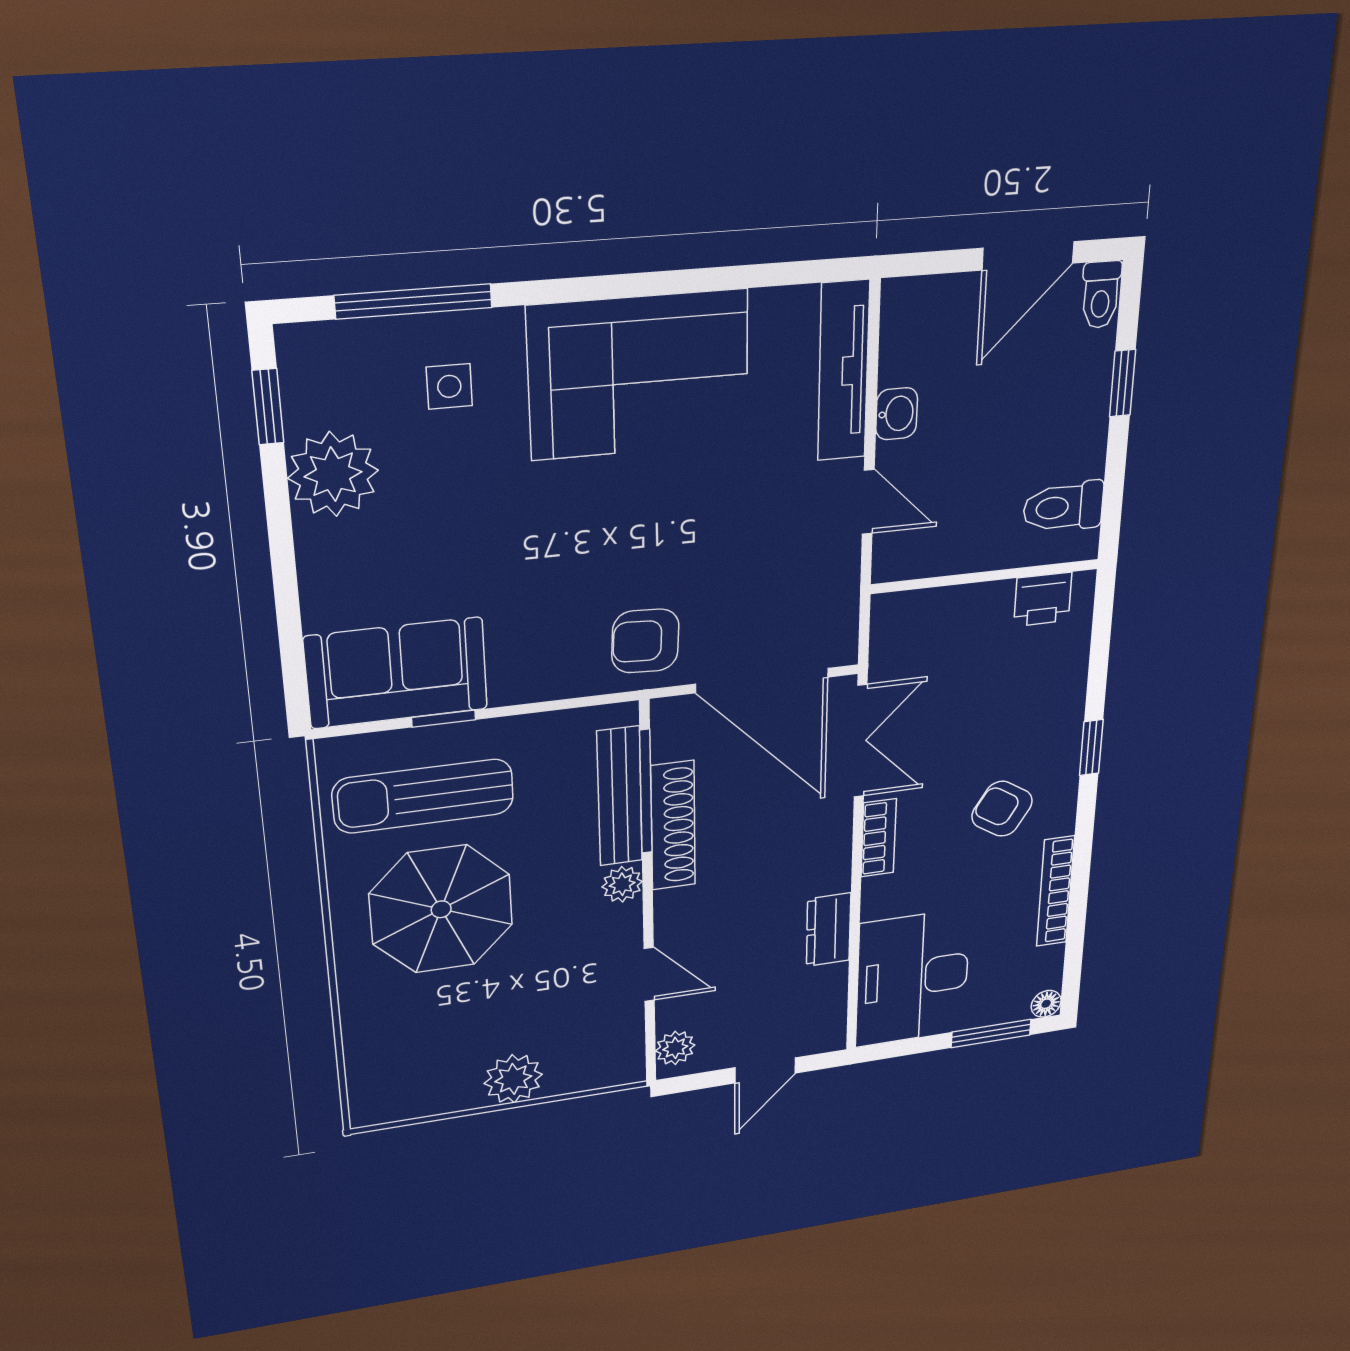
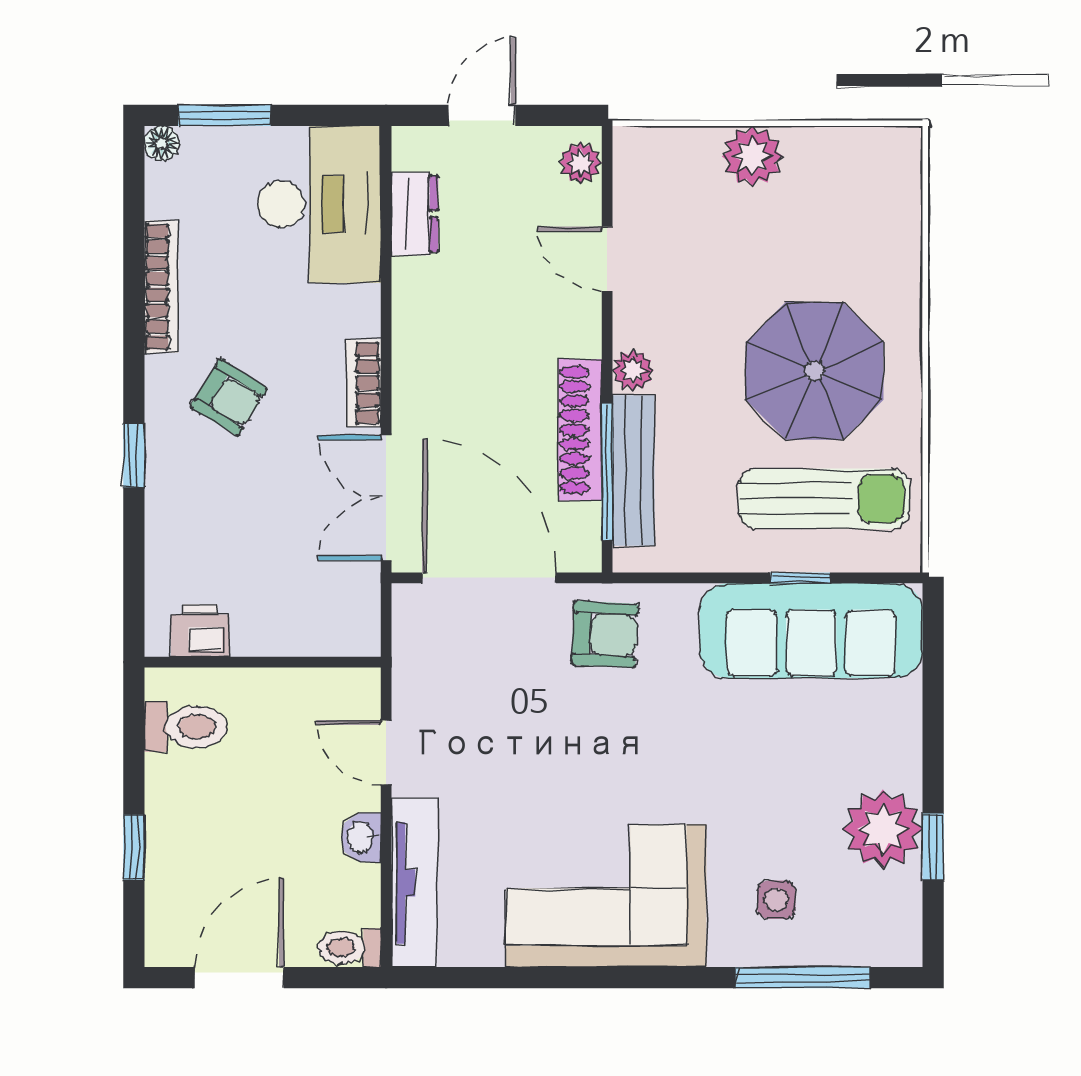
toilet: (1101, 295) -> (349, 948), moved, turned -90
window: (268, 407) -> (933, 847), moved
sofa: (396, 673) -> (811, 631), width x1.36
dresser: (829, 930) -> (415, 214), moved

